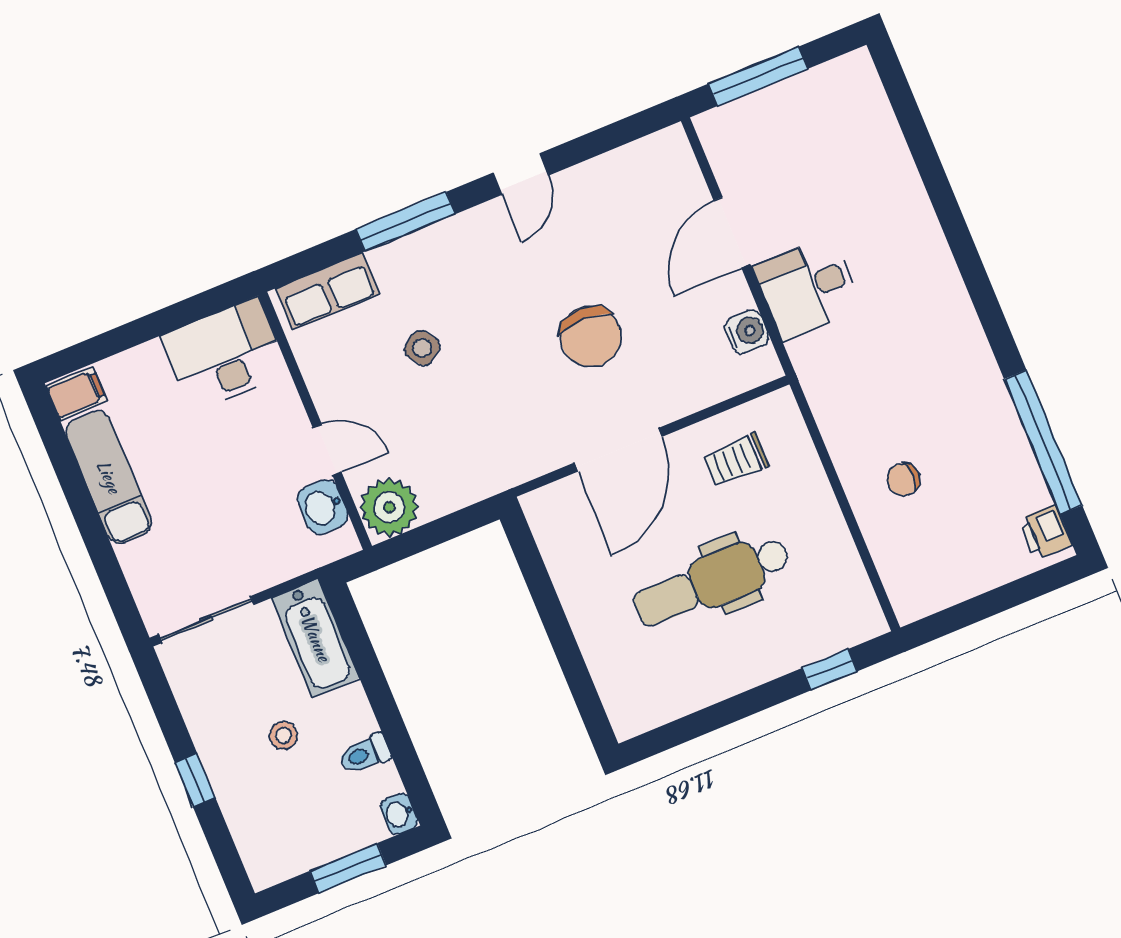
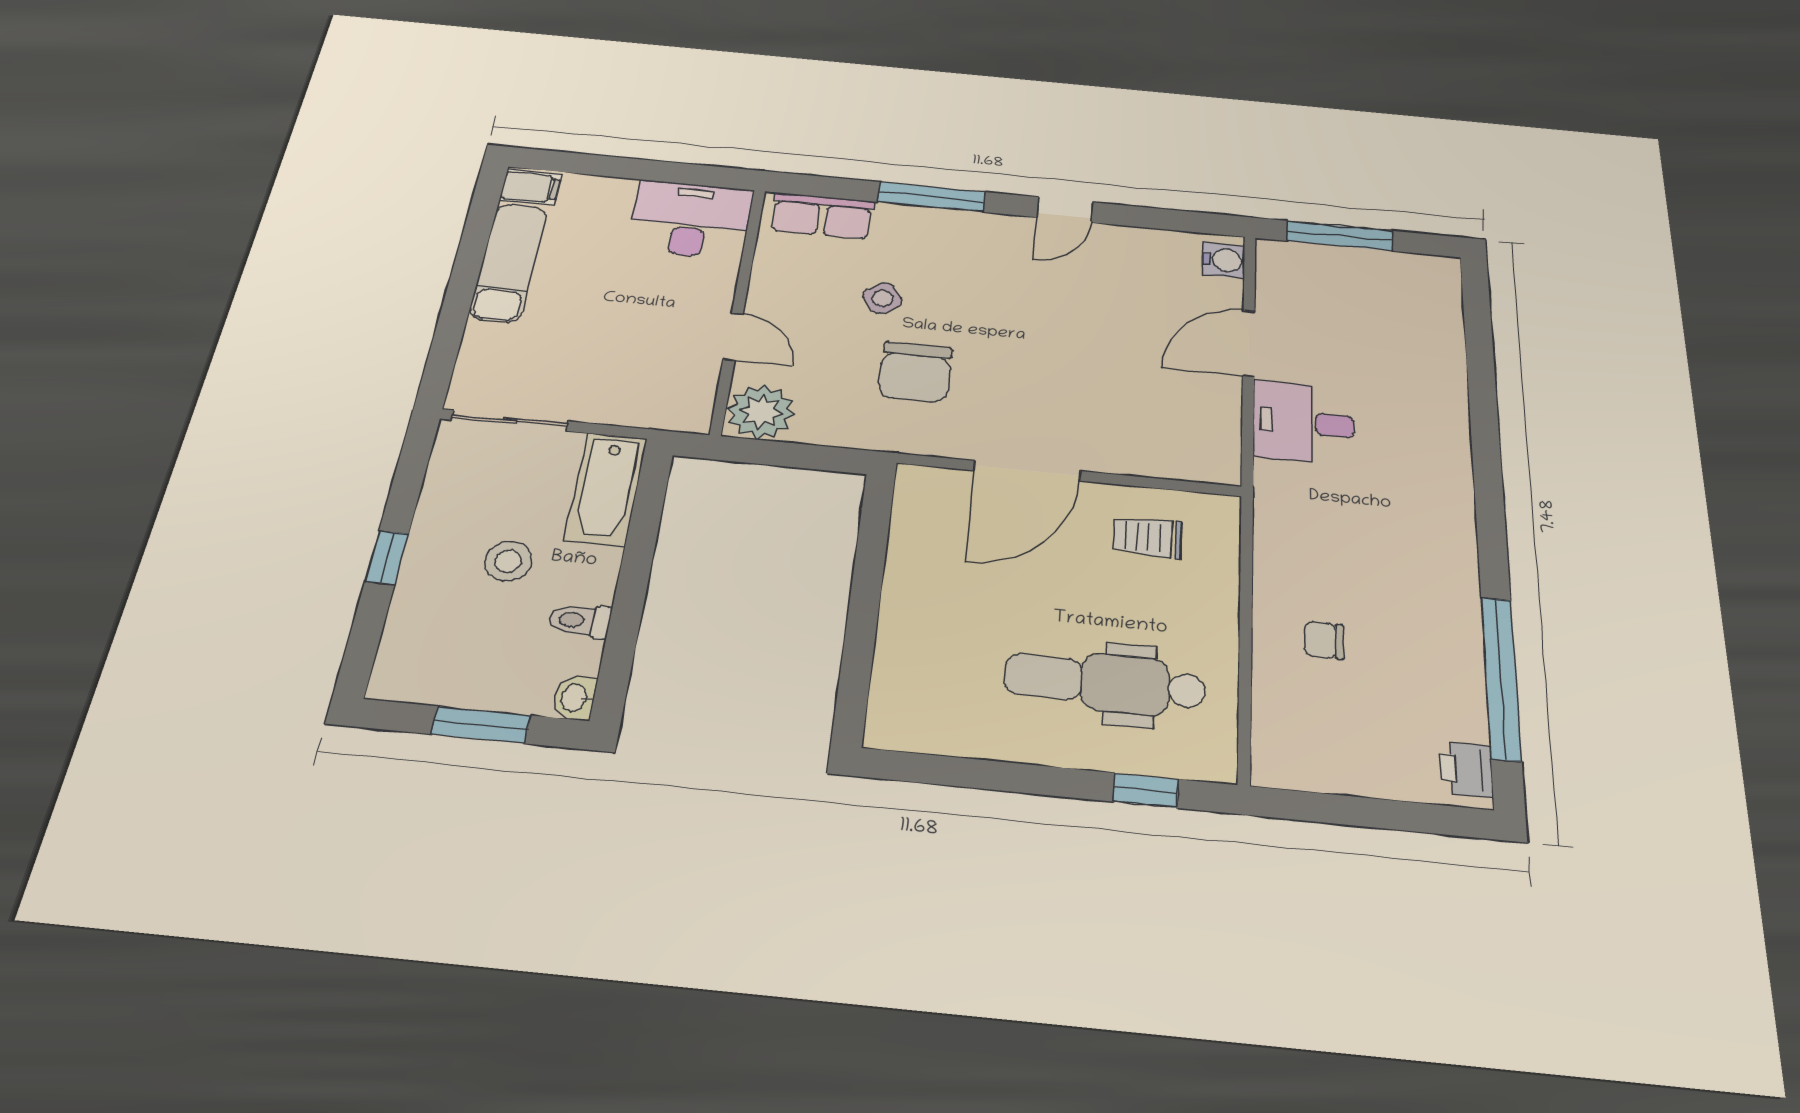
water cooler: (747, 332) -> (1224, 260), moved
chair: (591, 337) -> (915, 372), moved
washbasin: (323, 507) -> (695, 381), removed
dental chair: (712, 581) -> (1105, 683), moved
stool: (283, 736) -> (508, 561), width x1.37, depth x1.37

